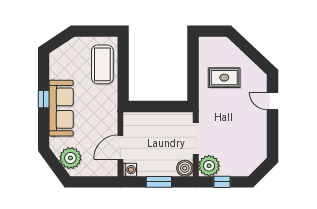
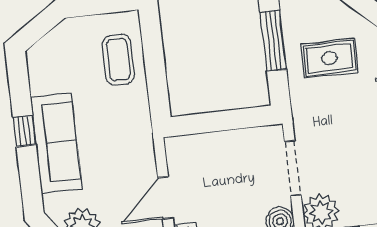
coffee table: (102, 64) -> (118, 60), width x0.73, depth x0.76
window: (193, 64) -> (273, 40), added

